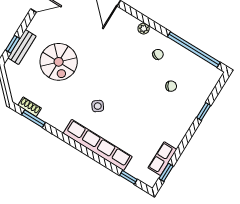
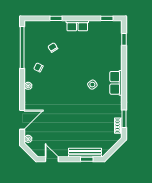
bench: (22, 47) -> (85, 153), width x1.36
spiral stairs: (59, 62) -> (80, 125), removed
row of seats: (98, 145) -> (116, 83), width x0.50
row of seats: (162, 159) -> (77, 26), moved

